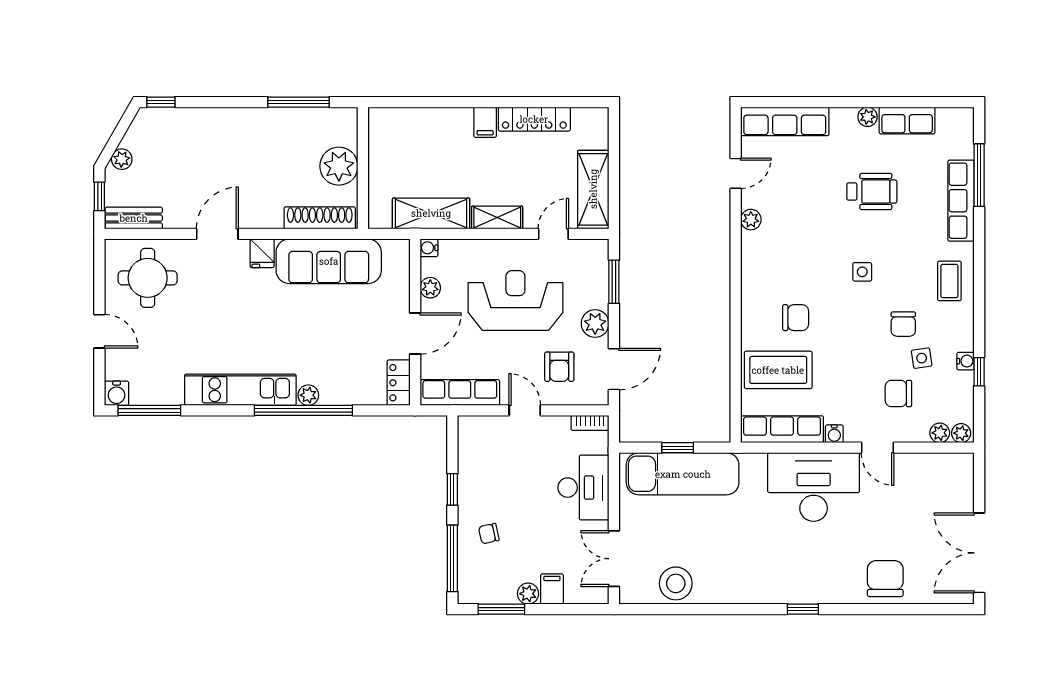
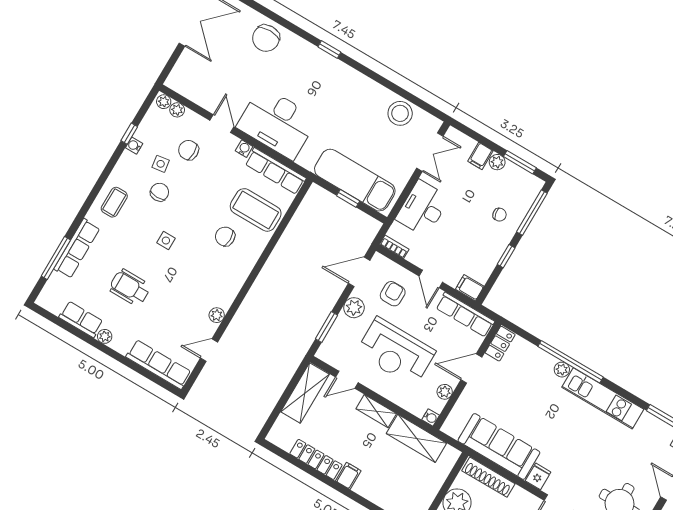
chair: (898, 394) -> (189, 150), turned 180
filing cabinet: (473, 427) -> (470, 288), added

